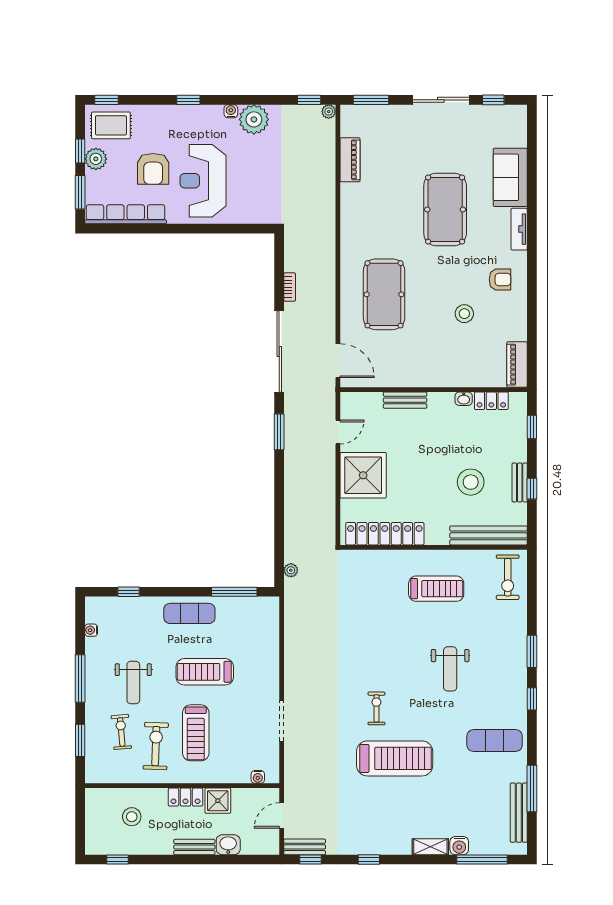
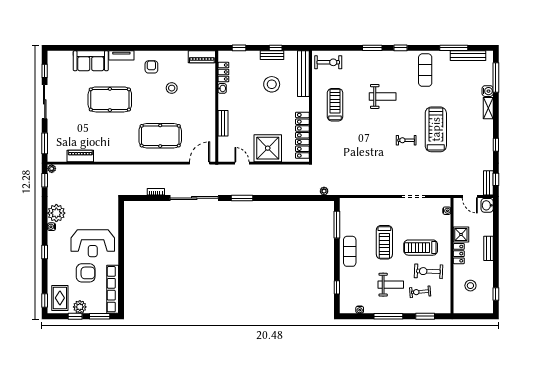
treadmill: (196, 733) -> (421, 248), turned 180
washbasin: (228, 845) -> (487, 205), moved

